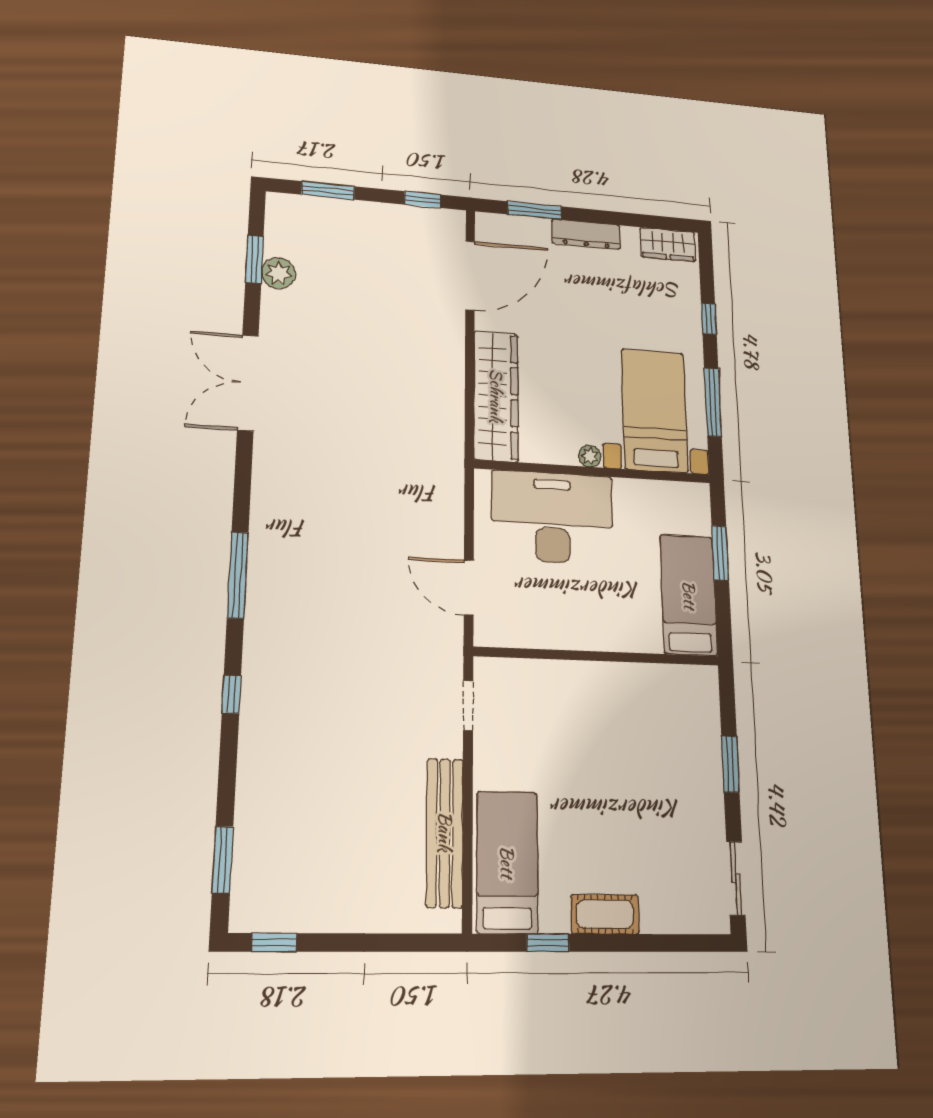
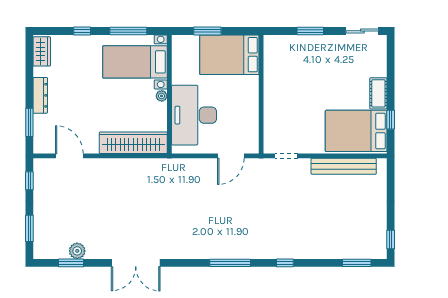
door: (470, 275) -> (69, 156), width x0.73
bed: (689, 595) -> (229, 55), width x1.50
bed: (507, 862) -> (356, 131), width x1.50

